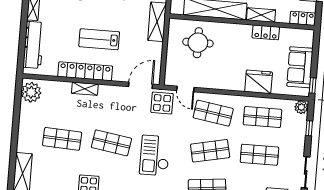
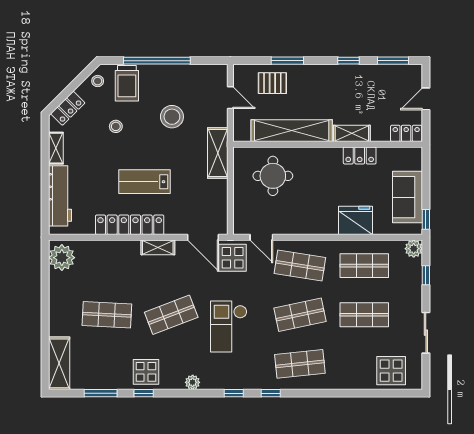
door: (141, 85) -> (203, 237), swing flipped
shelving: (85, 89) -> (158, 247), moved
shop shelf: (111, 143) -> (171, 315), turned -30

